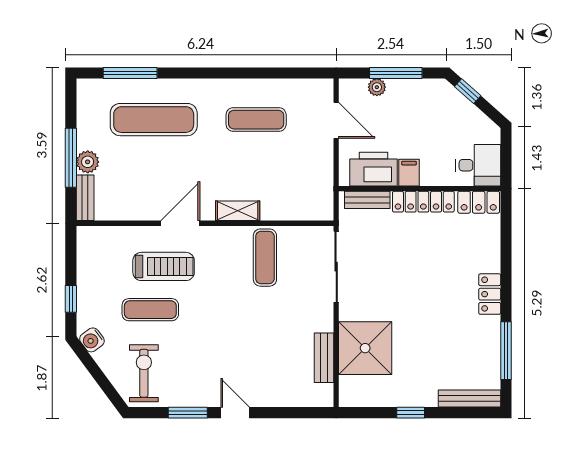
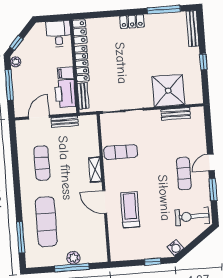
plant: (377, 87) -> (16, 62), moved
bench: (85, 198) -> (65, 122), moved
exercise mat: (150, 310) -> (184, 173), moved

